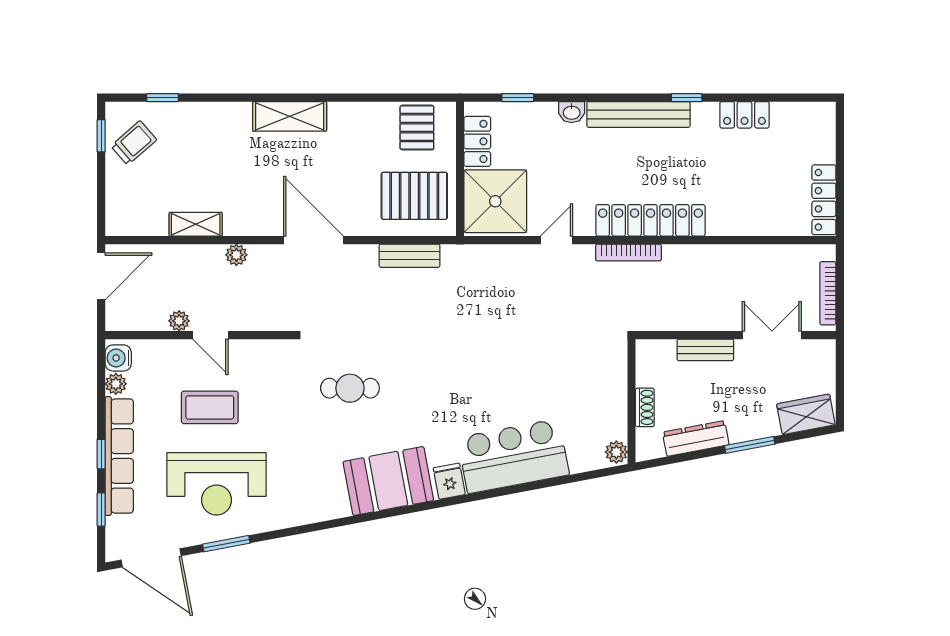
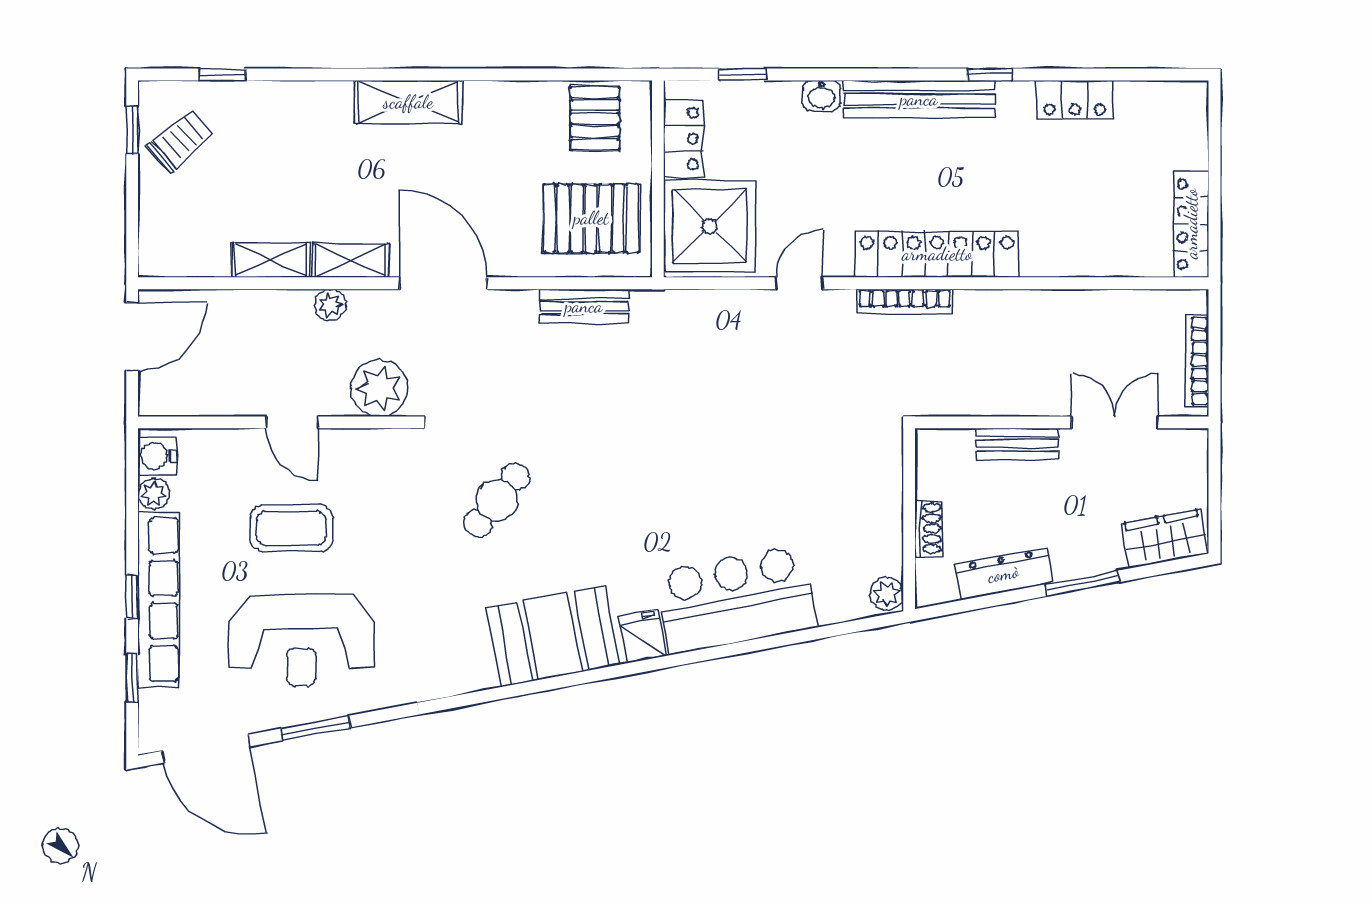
shelving: (250, 224) -> (350, 260), added
plant: (179, 321) -> (379, 388), moved, width x1.87, depth x1.87
cafe table: (350, 388) -> (497, 500), turned -51

